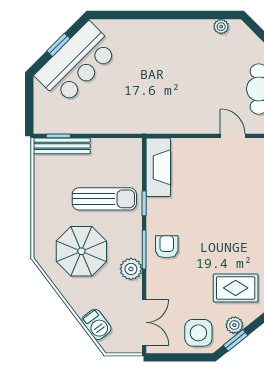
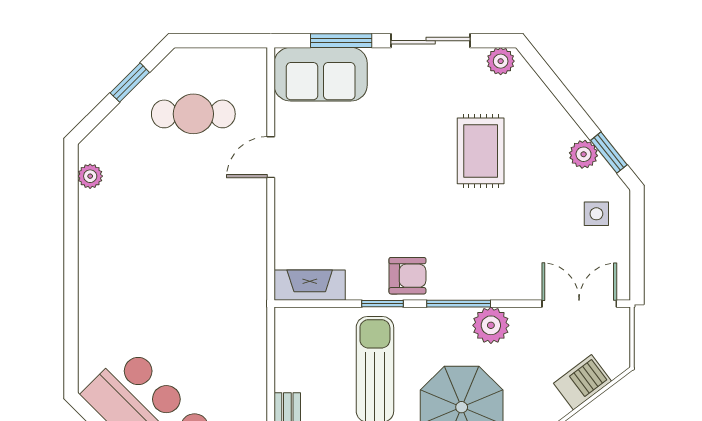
fireplace: (158, 167) -> (310, 285), width x0.73, depth x0.76
armchair: (167, 247) -> (407, 276), moved, turned 180
rug: (236, 288) -> (481, 151), moved
side table: (198, 333) -> (596, 214), width x0.54, depth x0.54

